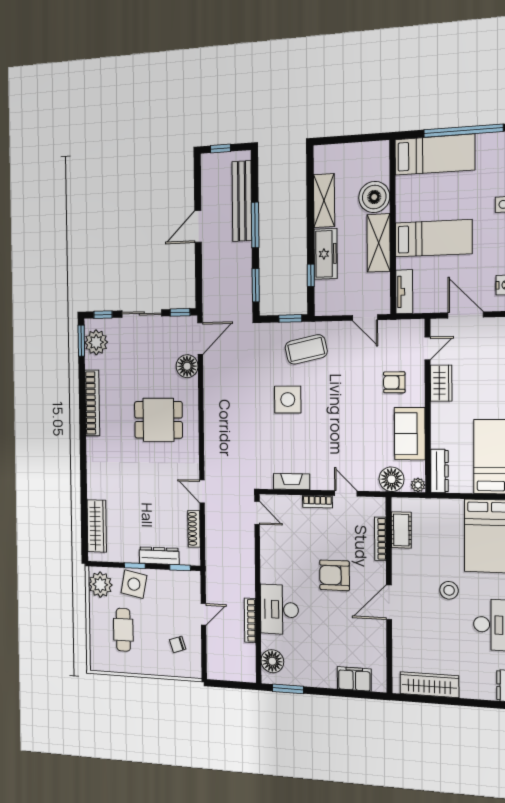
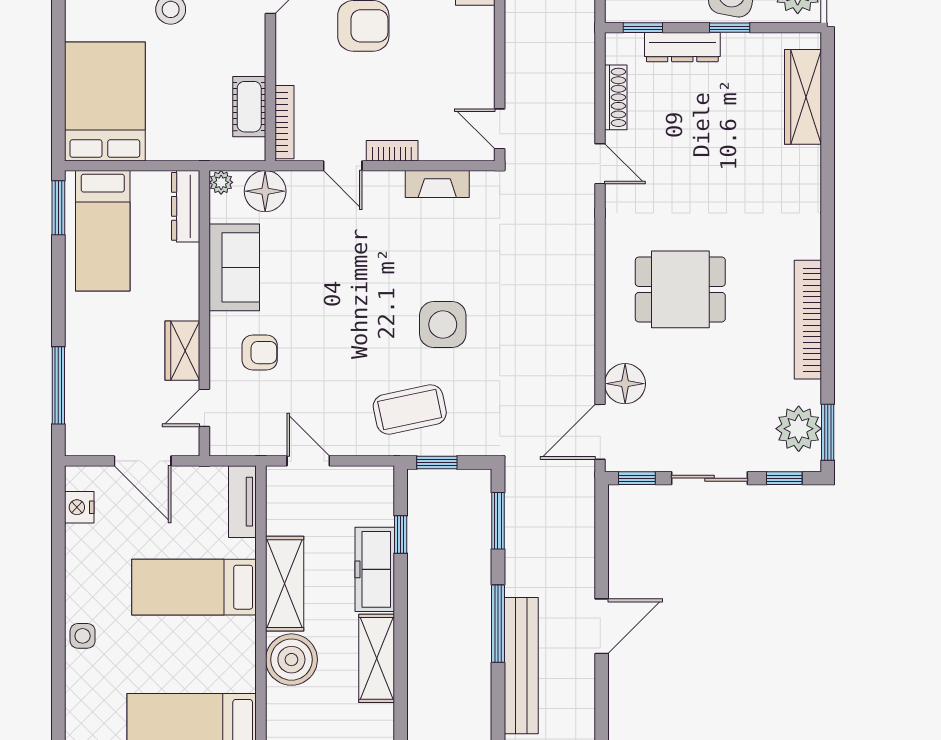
bookcase: (380, 539) -> (284, 122), moved

